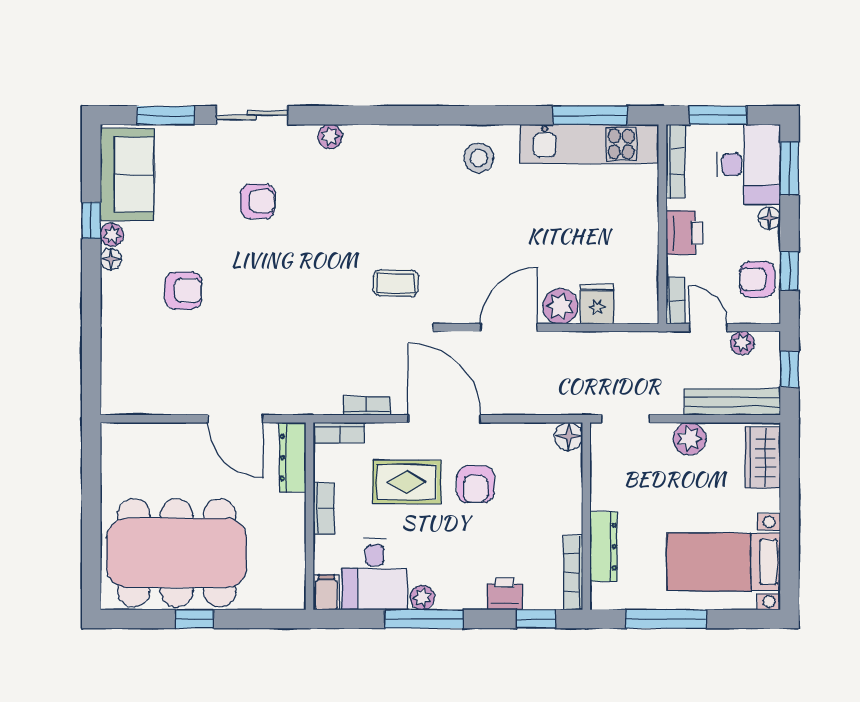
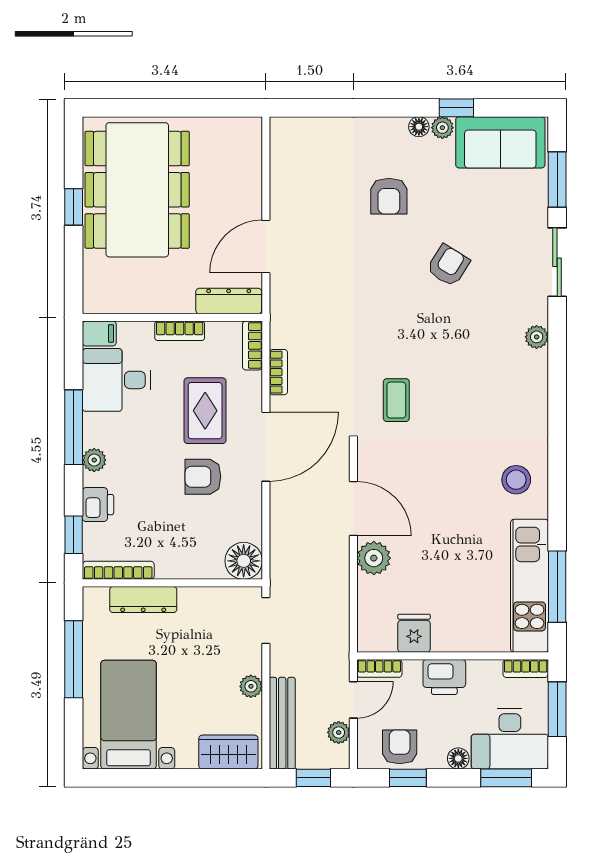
bookcase: (675, 161) -> (526, 668), width x0.64
armchair: (258, 201) -> (448, 265), moved, turned -148
fridge: (597, 304) -> (414, 633), moved, turned -90
floor lamp: (569, 437) -> (244, 561), width x1.38, depth x1.38
plant: (690, 439) -> (251, 686), width x0.73, depth x0.73
plant: (422, 598) -> (94, 460), moved

